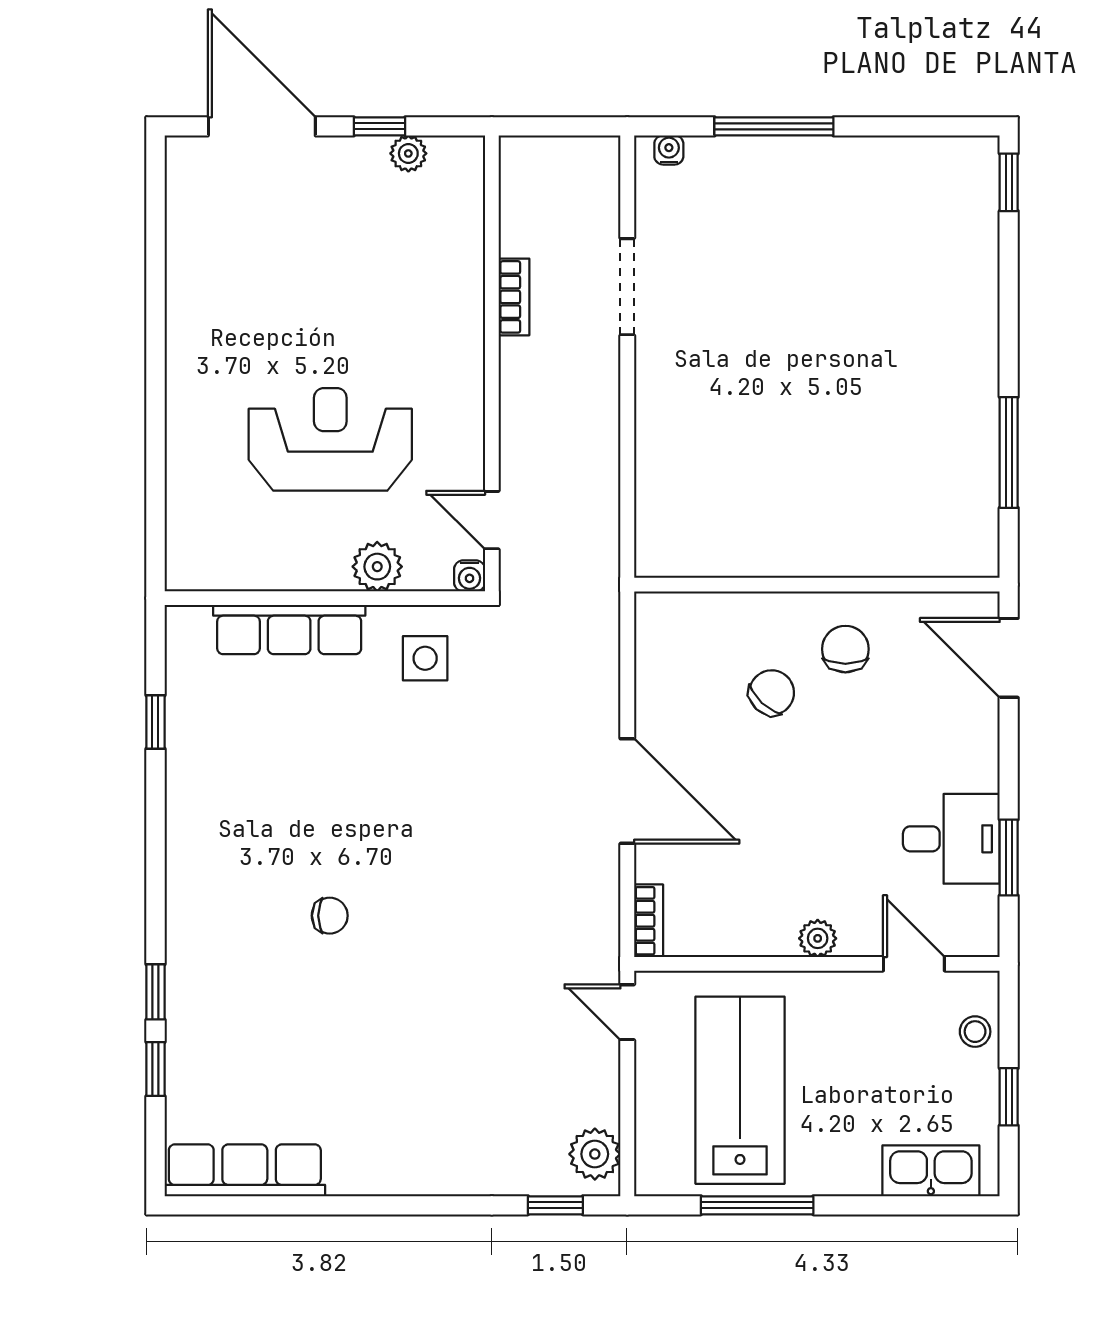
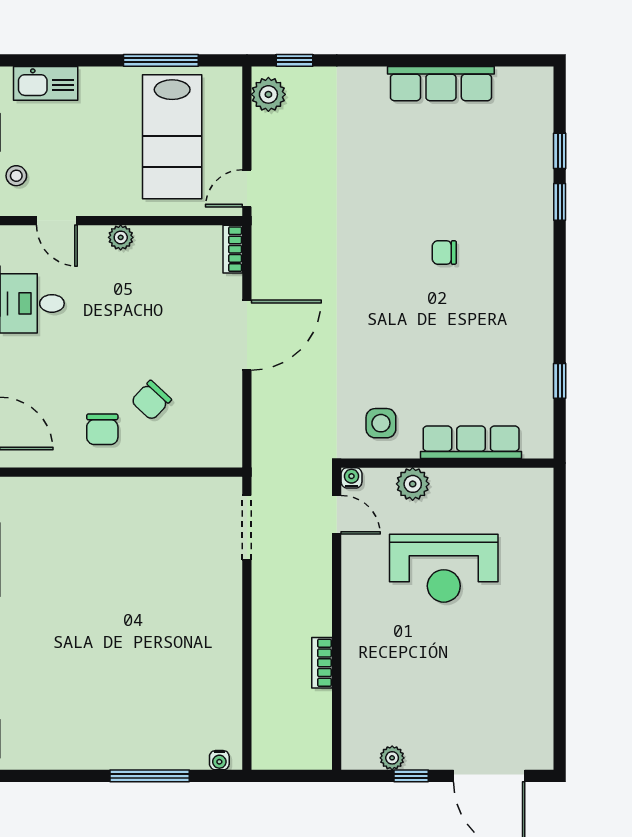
doorway: (627, 287) -> (247, 528), moved
door: (627, 791) -> (247, 335), swing flipped
door: (627, 1012) -> (247, 188), swing flipped
row of seats: (245, 1170) -> (441, 84), moved

